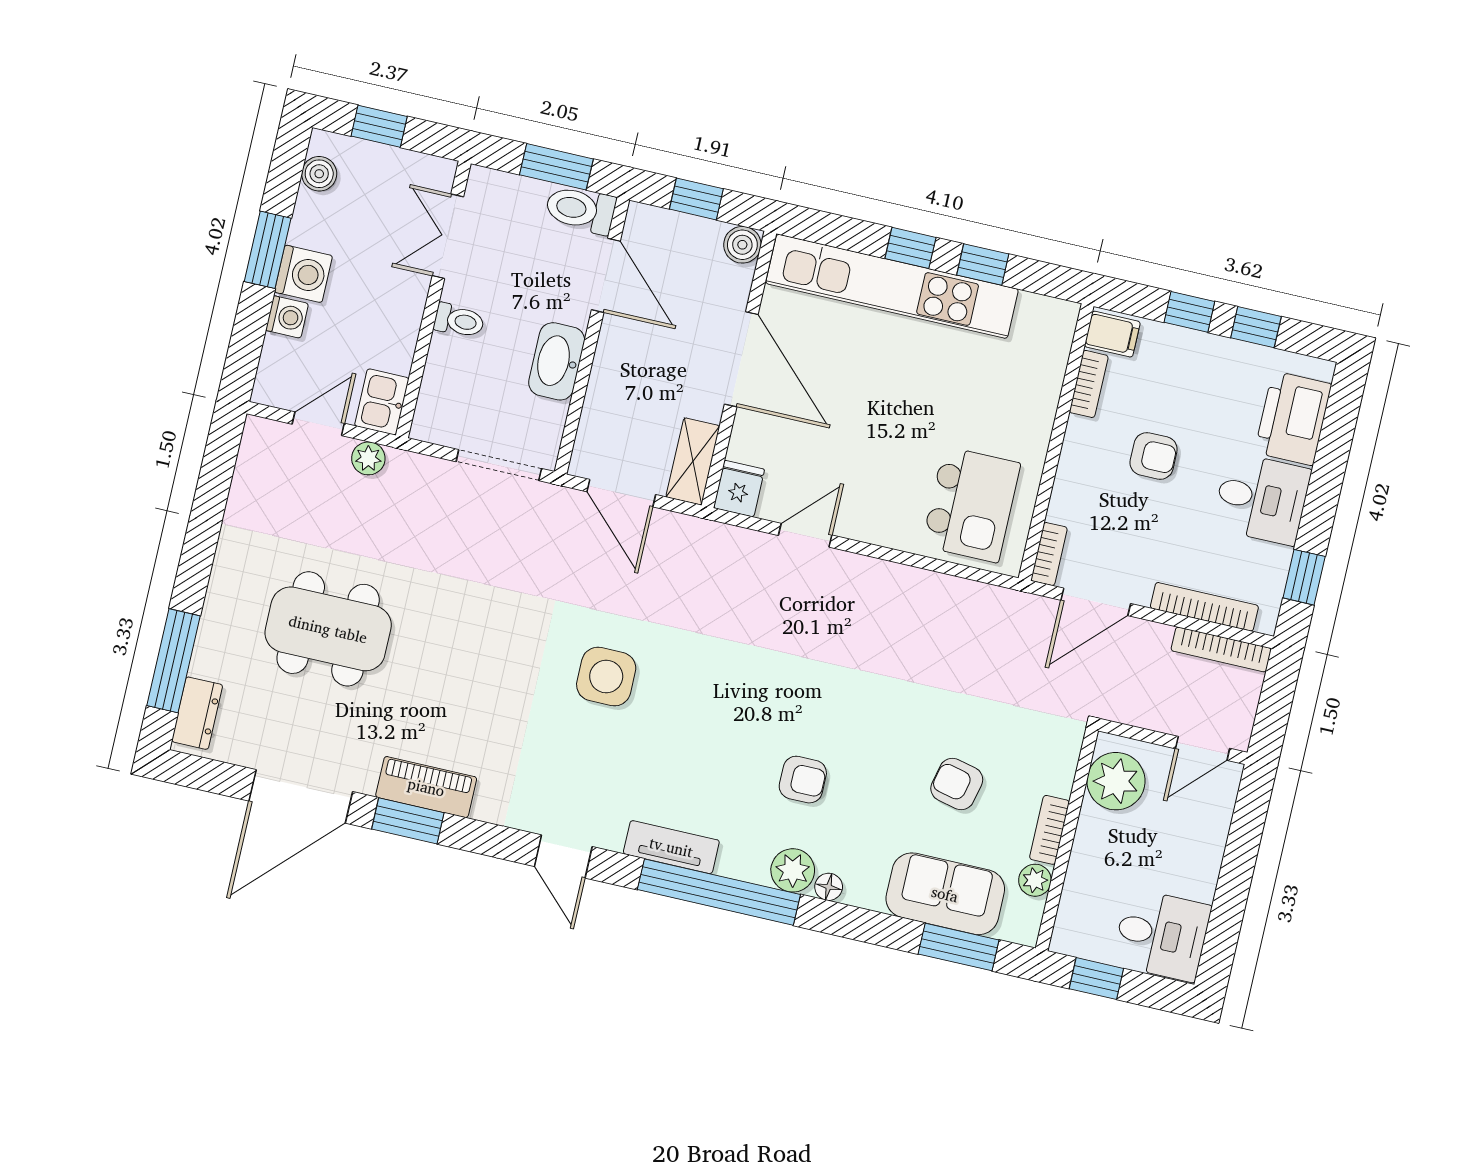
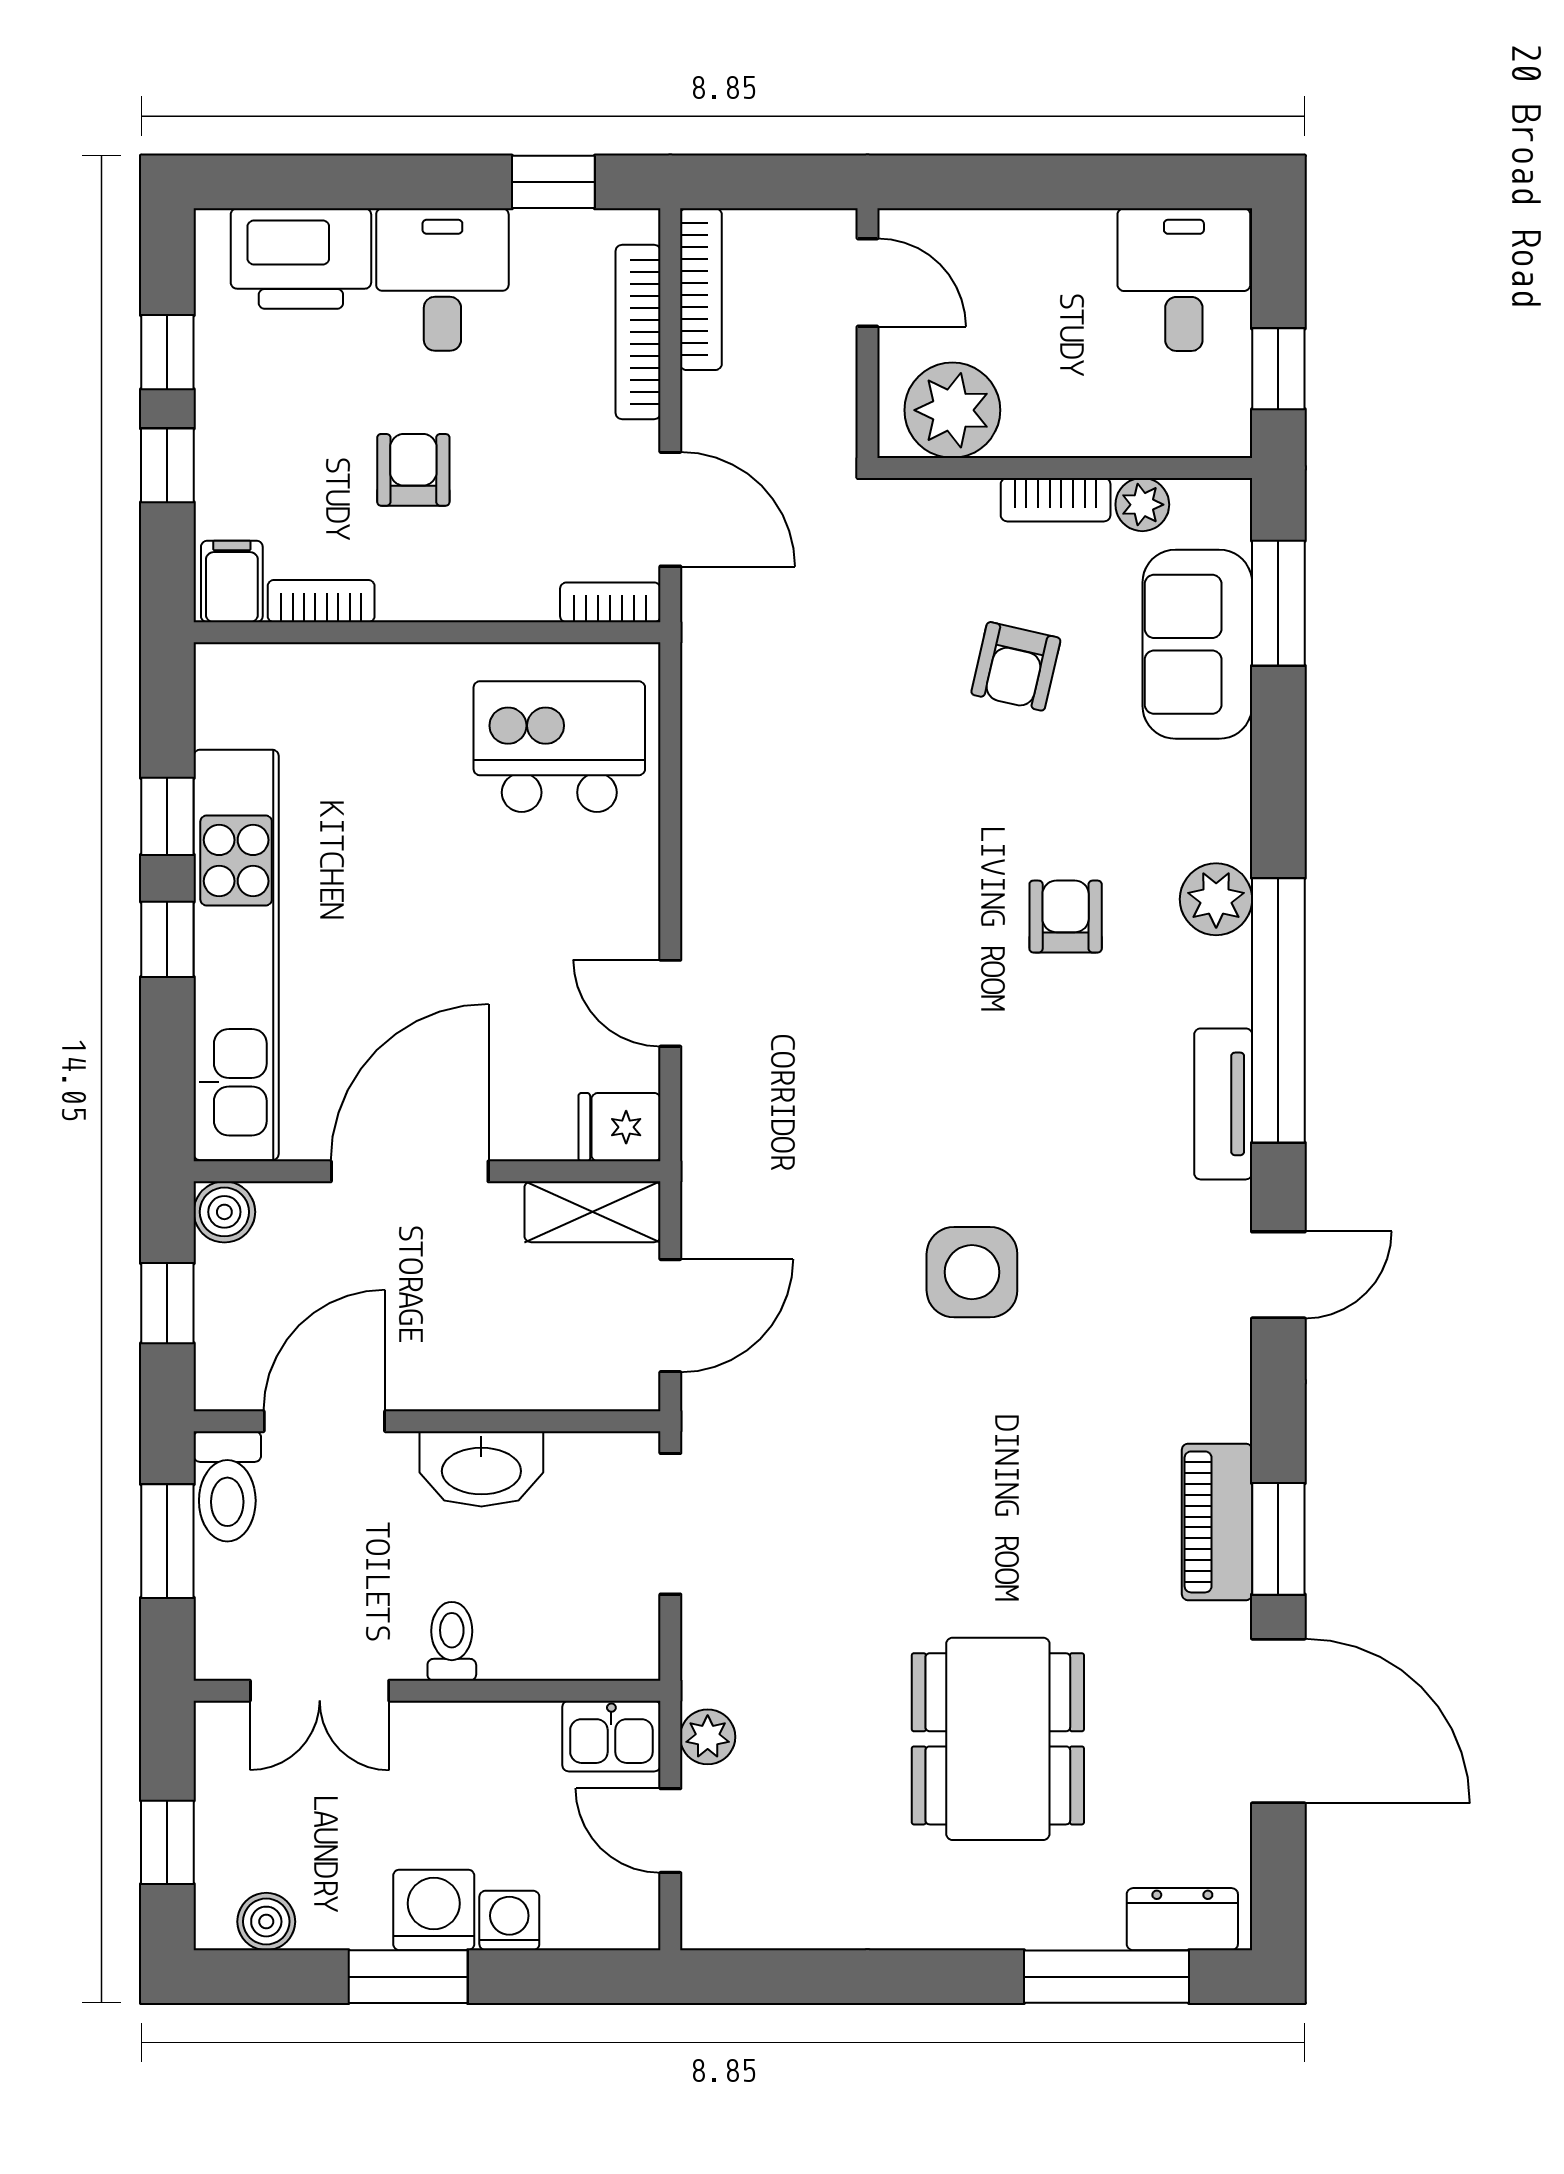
floor lamp: (829, 887) -> (1229, 835), removed

